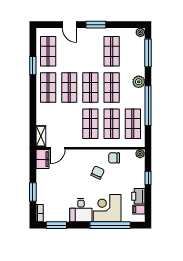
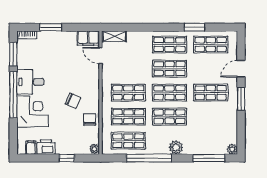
shop shelf: (112, 51) -> (211, 93), moved
window: (110, 225) -> (13, 95), moved

